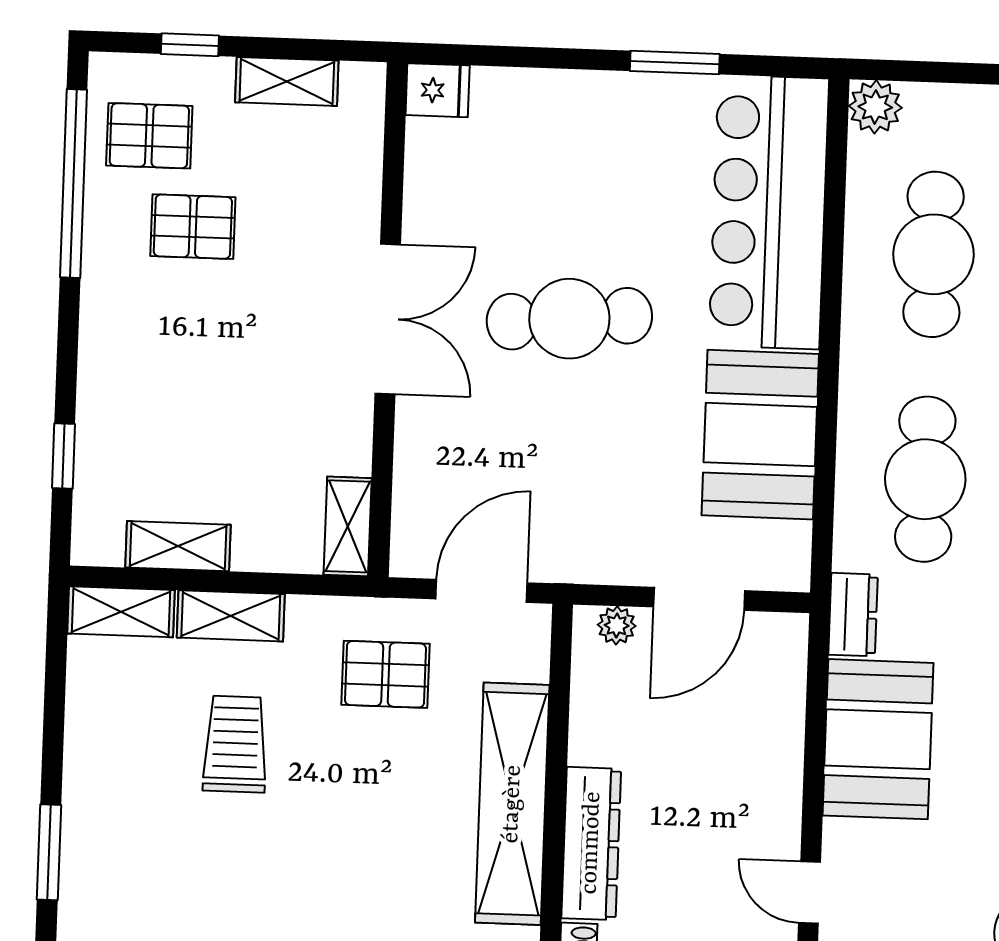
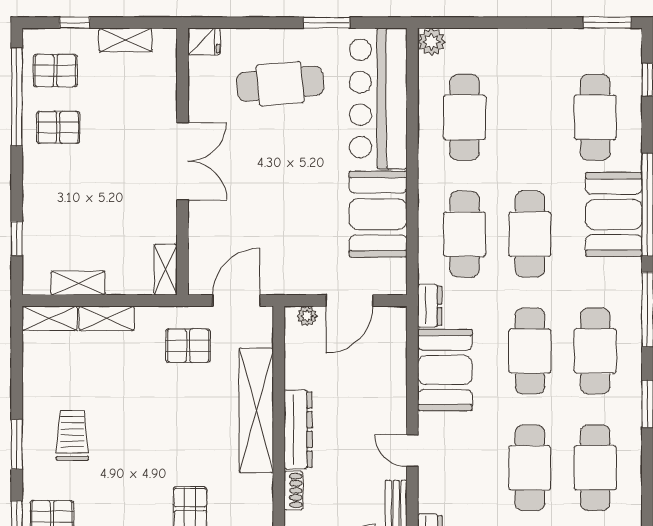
pallet: (193, 227) -> (58, 127), moved
cafe table: (569, 319) -> (280, 84), moved
trolley: (235, 744) -> (72, 435), moved

